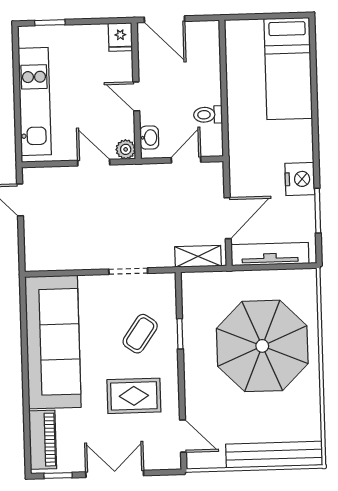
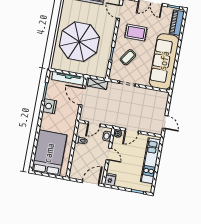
door: (164, 19) -> (91, 183), hinge flipped
bed: (288, 69) -> (49, 153), width x1.50
door: (94, 163) -> (132, 131), hinge flipped
door: (228, 218) -> (82, 97), hinge flipped

